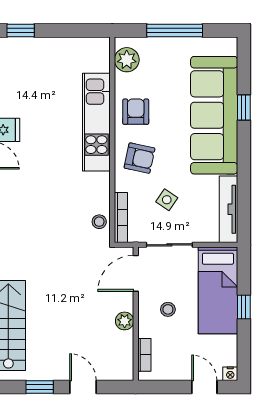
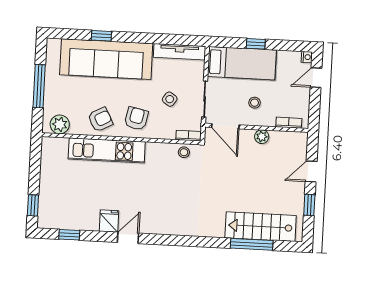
armchair: (136, 112) -> (100, 120), turned 152
bookcase: (121, 218) -> (189, 136), width x0.64

